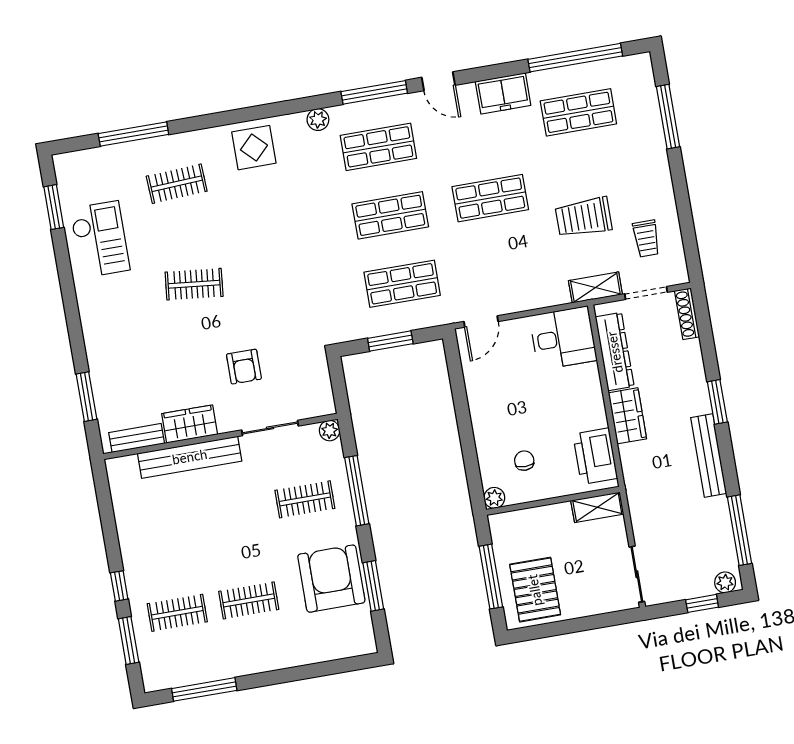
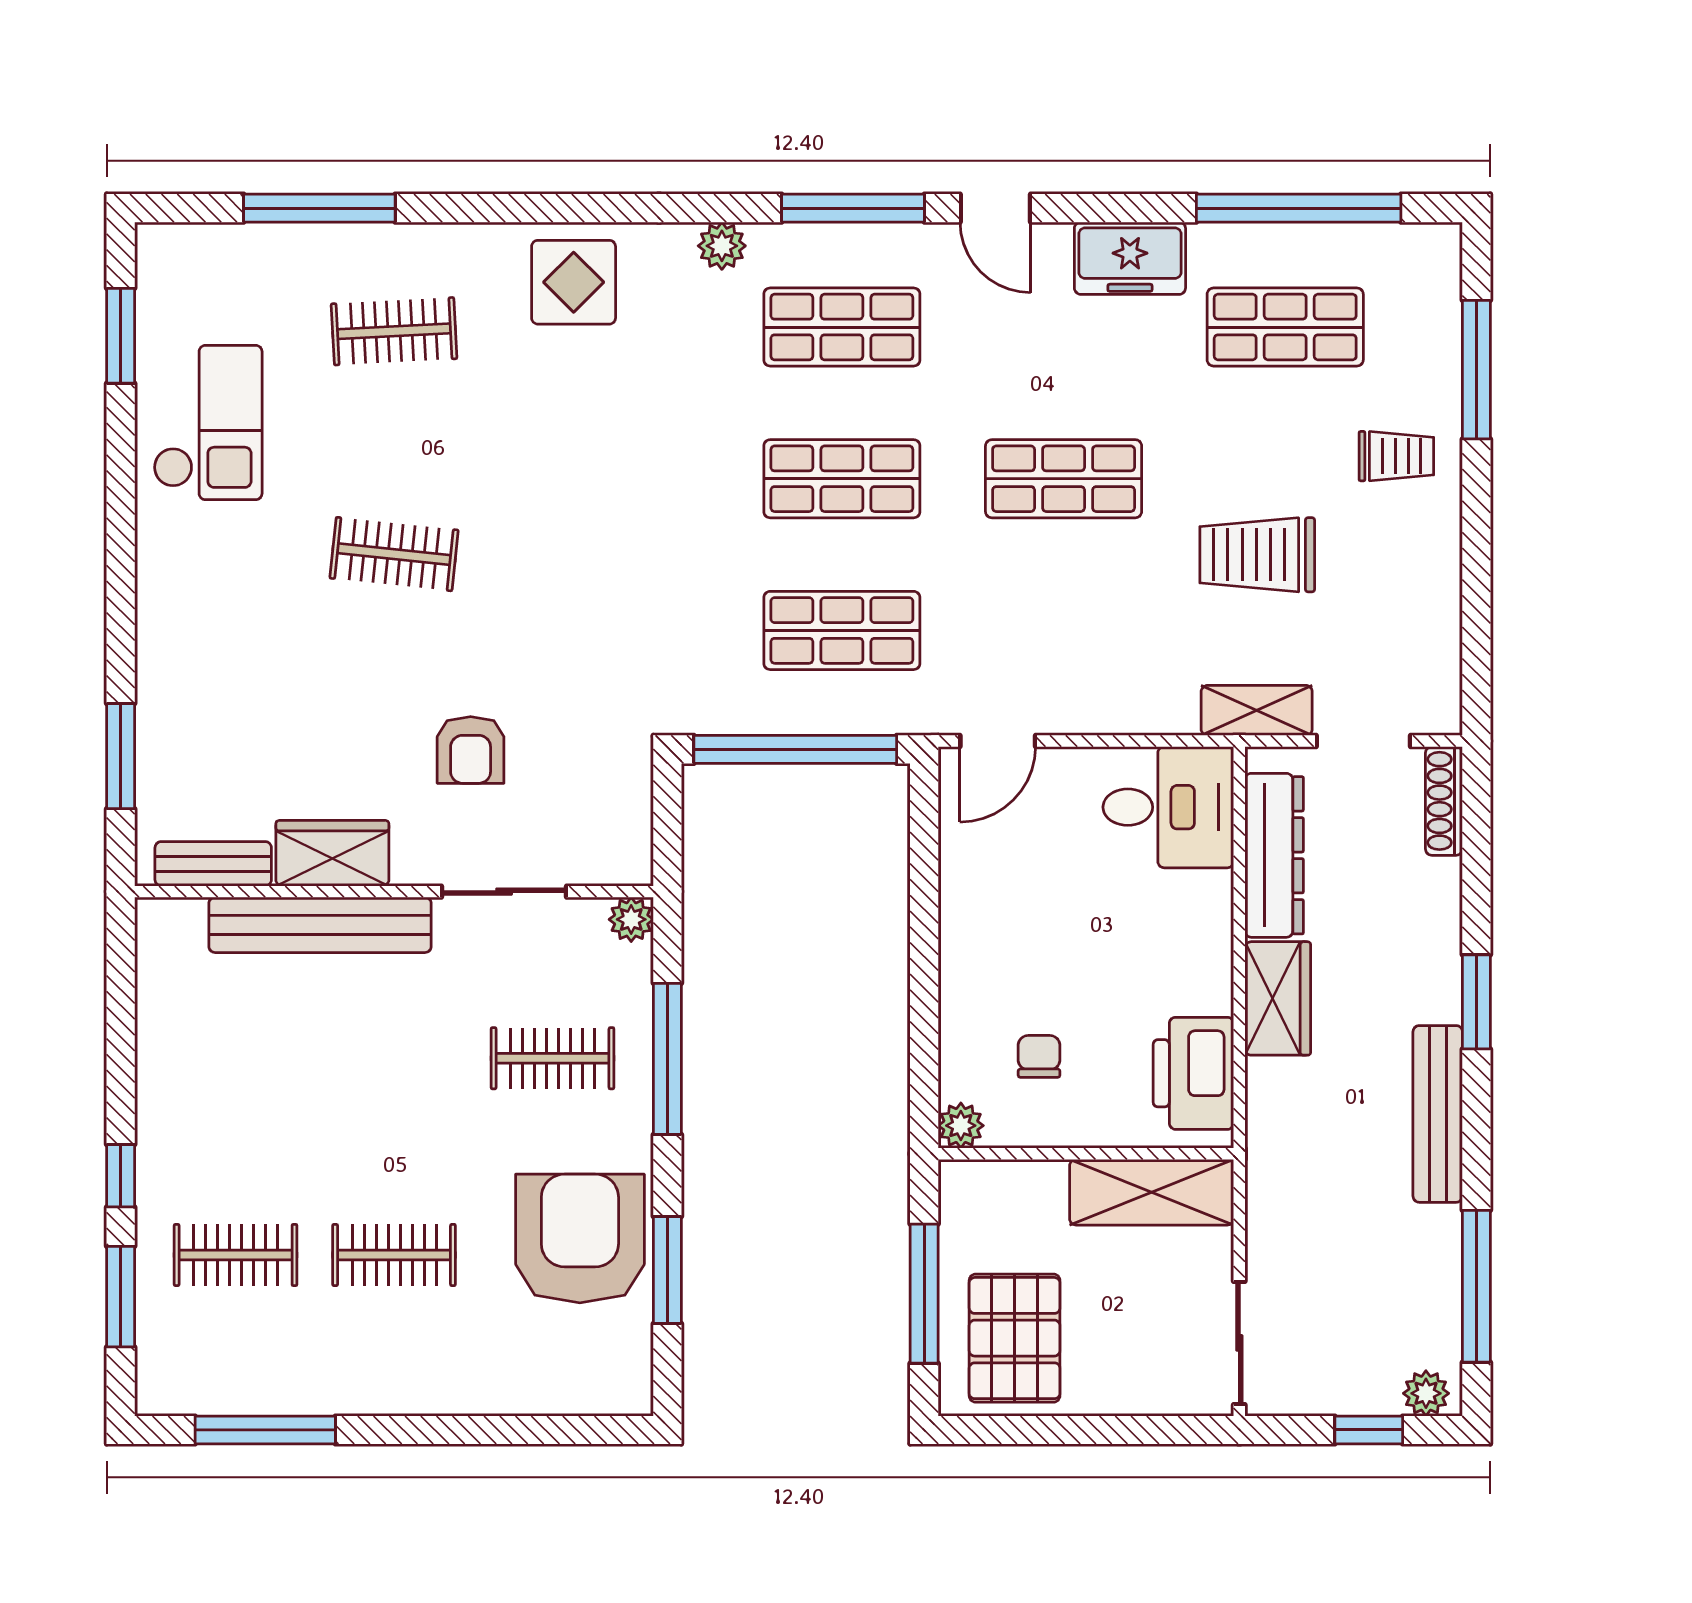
trolley: (646, 238) -> (1396, 456), moved, turned -90
window: (390, 341) -> (795, 749), width x2.11
shelving: (597, 507) -> (1152, 1192), width x1.50, depth x1.33

